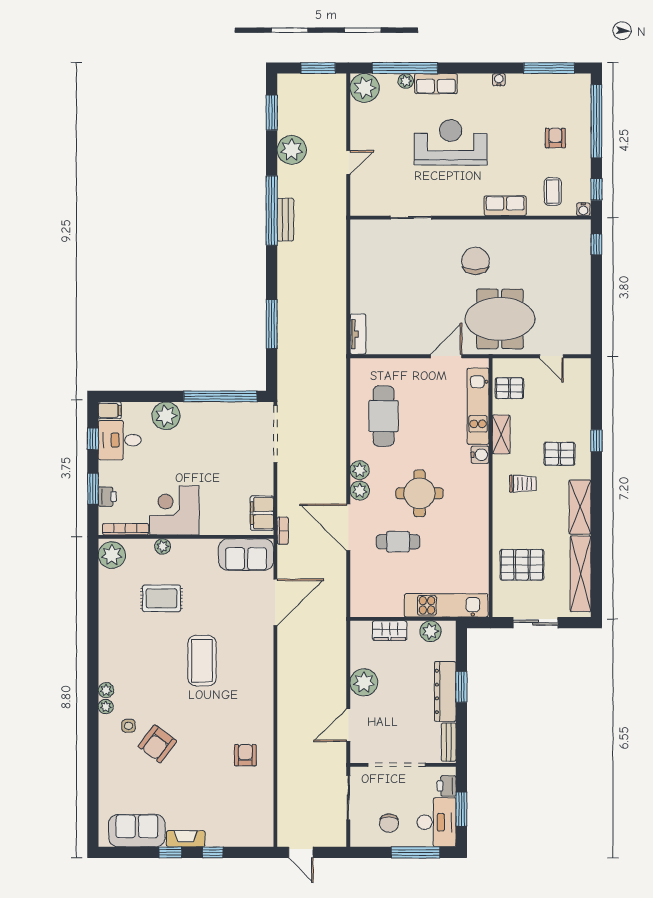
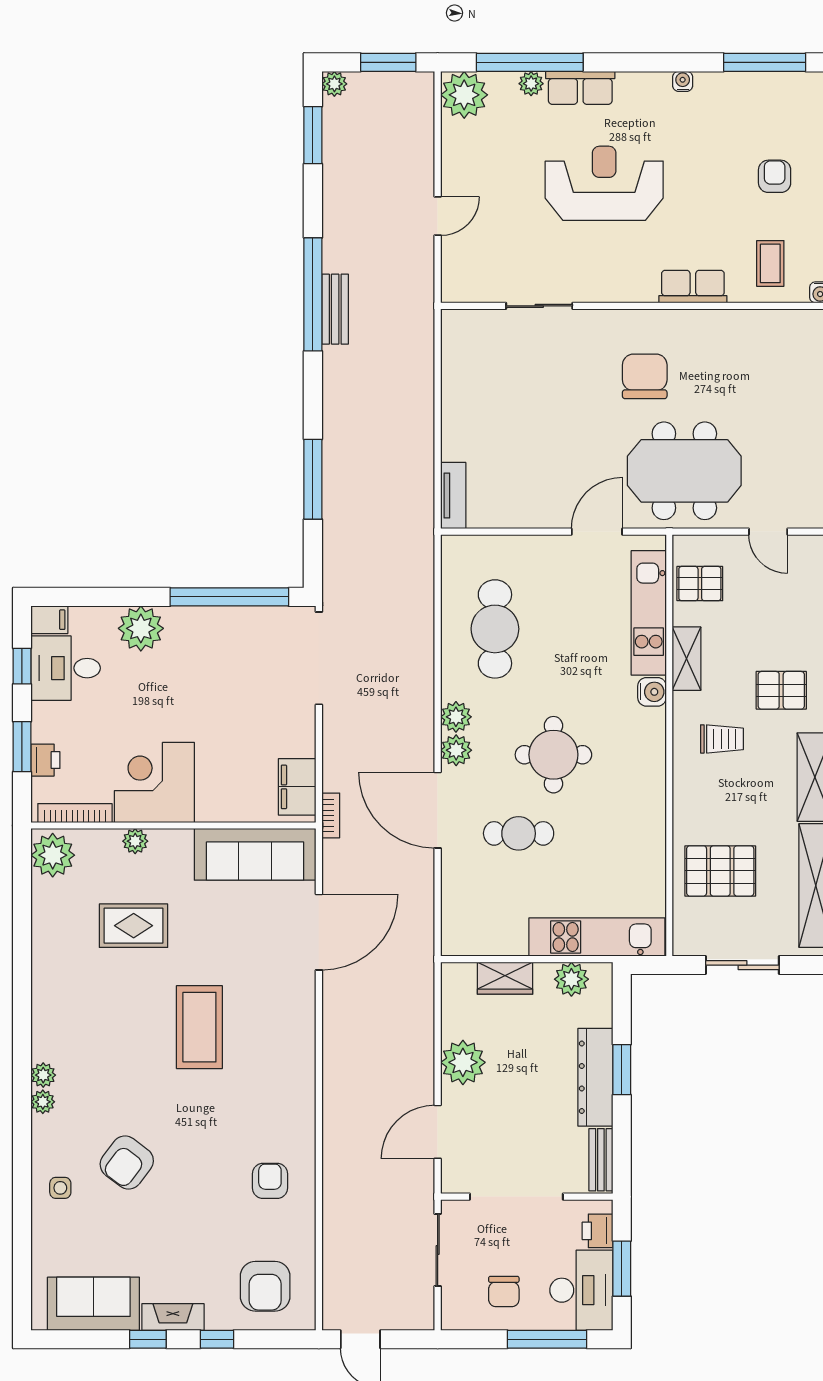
plant: (292, 150) -> (334, 84), moved, width x0.53, depth x0.53
sofa: (246, 555) -> (255, 854), width x1.36
side table: (129, 726) -> (60, 1188), moved
armchair: (242, 820) -> (265, 1286), added

